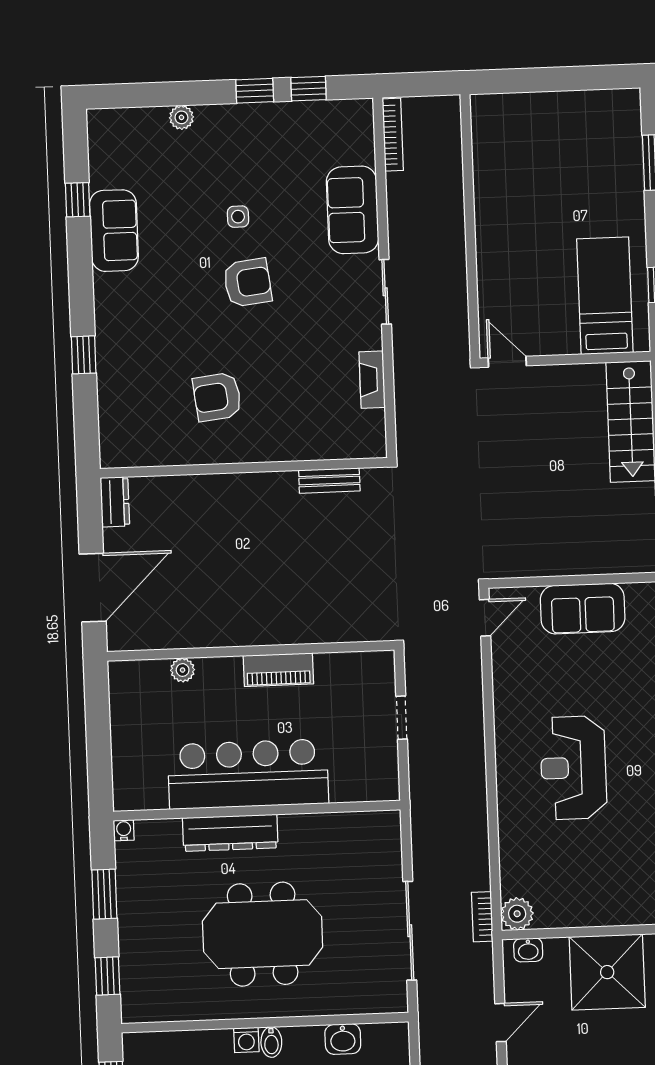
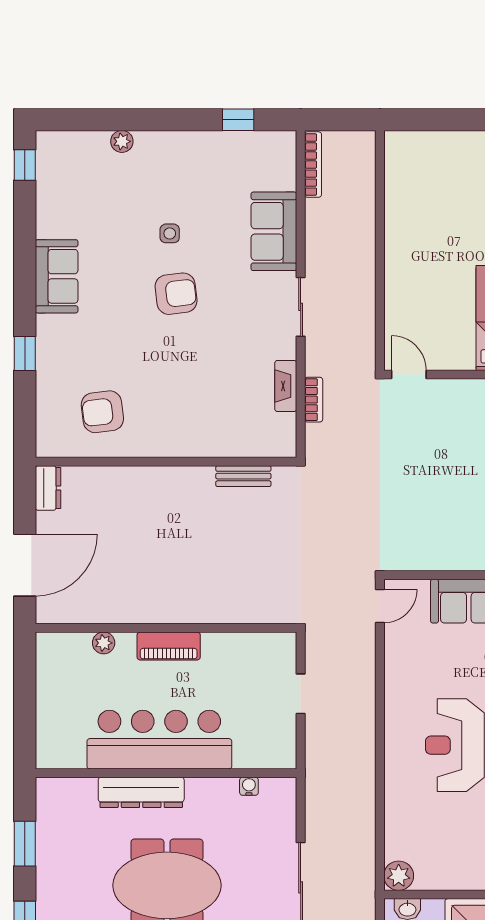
window: (255, 91) -> (189, 120), removed
window: (78, 200) -> (25, 165), moved
sofa: (114, 231) -> (57, 276), moved
armchair: (217, 397) -> (102, 412), moved
piano: (278, 670) -> (169, 646), moved
water cooler: (124, 830) -> (249, 786), moved
bookcase: (482, 917) -> (314, 400), moved, turned 180

